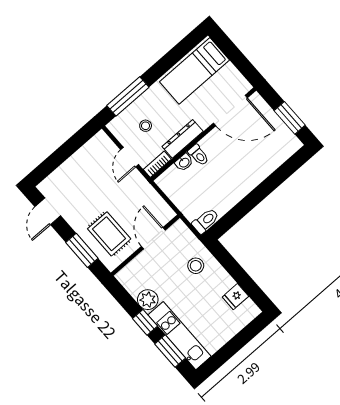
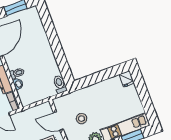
stool: (196, 266) -> (82, 119), moved
fridge: (235, 297) -> (127, 79), moved

